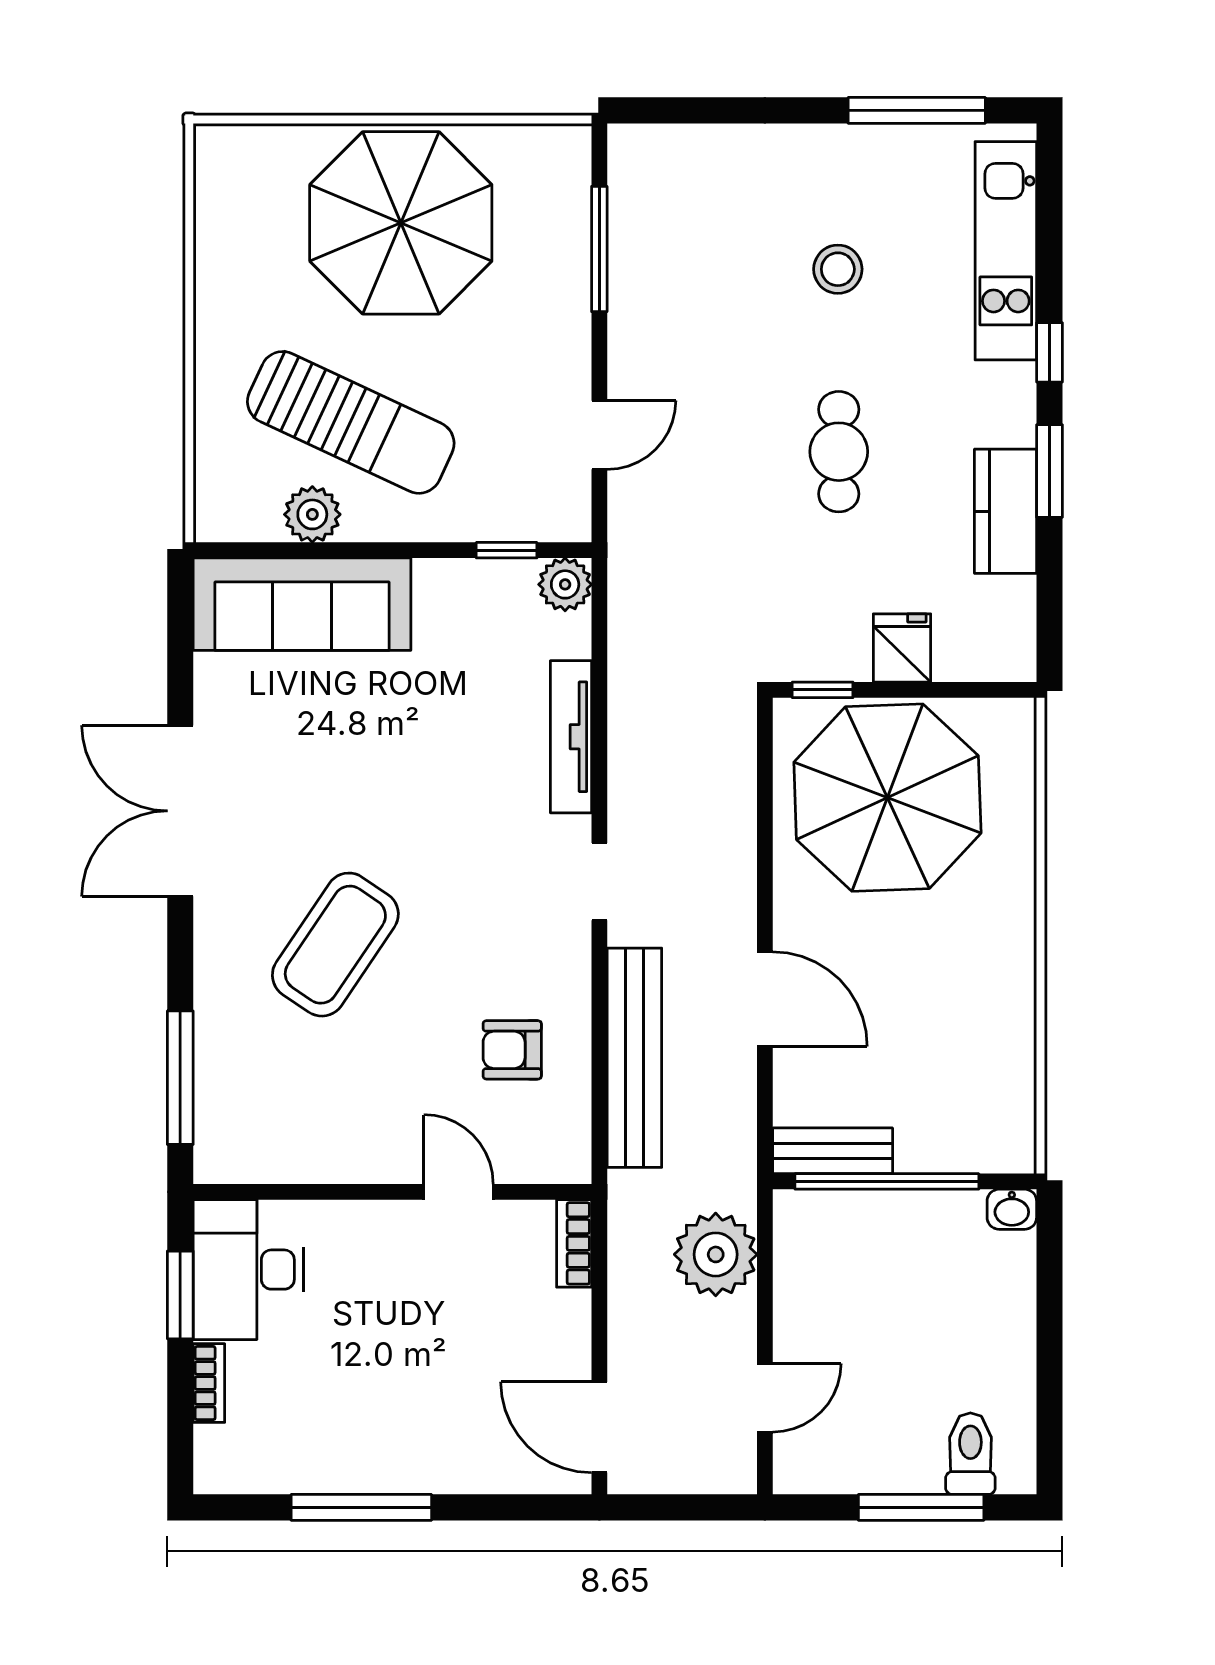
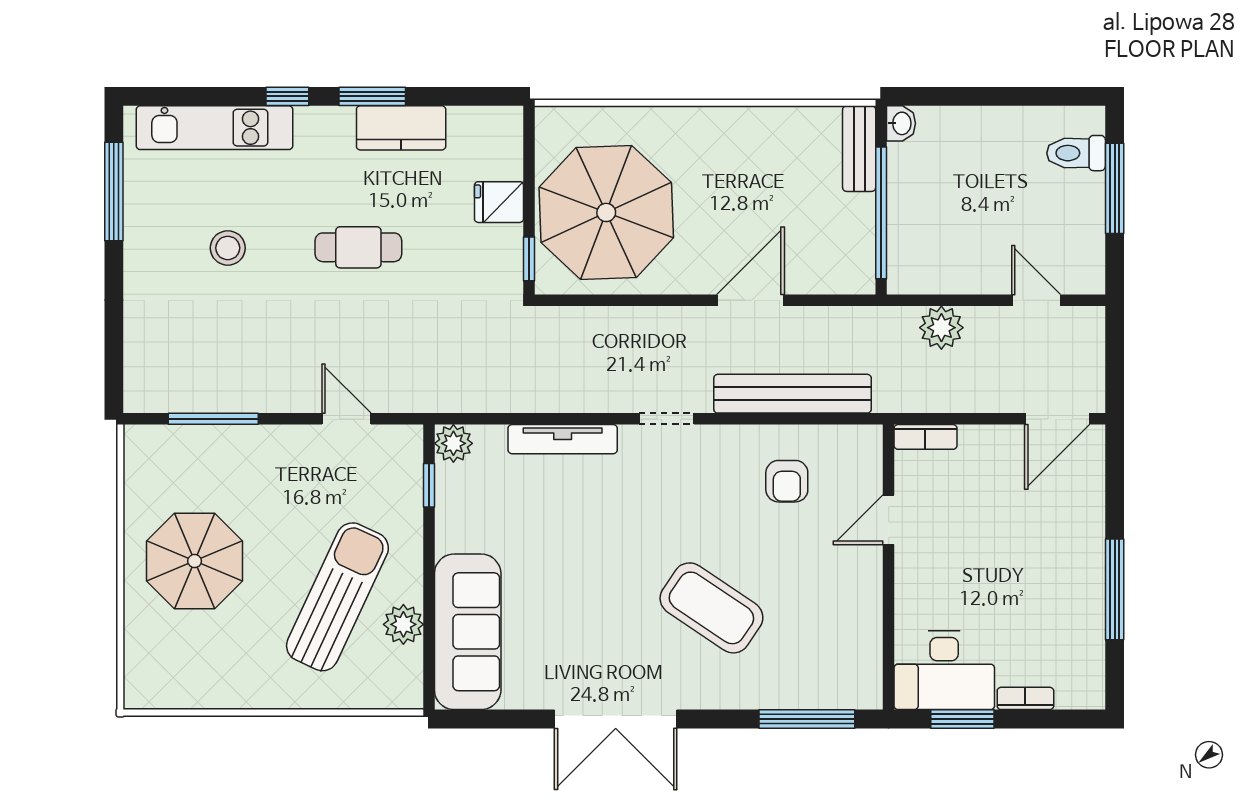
parasol: (401, 223) -> (195, 561), width x0.73, depth x0.73
bench: (833, 1151) -> (859, 149), moved
plant: (716, 1254) -> (941, 328), width x0.73, depth x0.73

